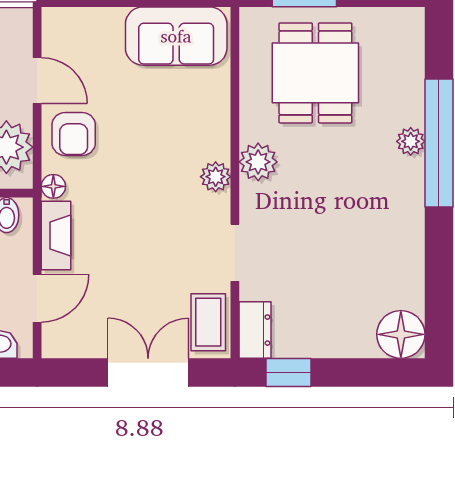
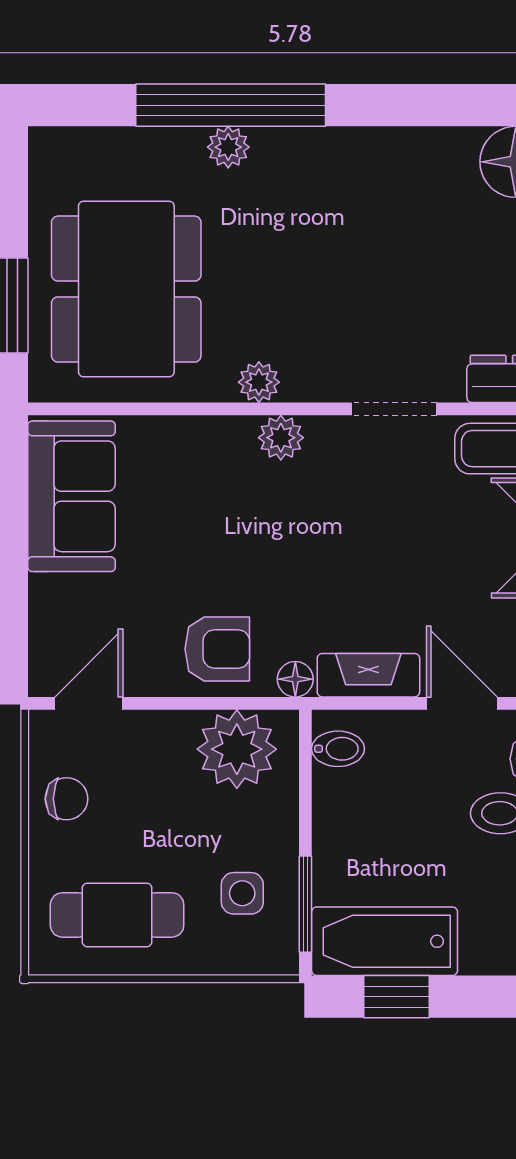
dining table: (315, 73) -> (126, 289), width x1.37
door: (37, 80) -> (89, 703), moved
plant: (258, 162) -> (259, 382), width x0.73, depth x0.73

